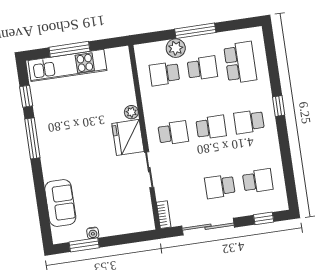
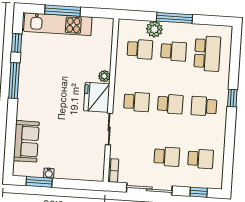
school desk: (164, 74) -> (140, 49), turned 180
school desk: (220, 186) -> (167, 157), turned 180

